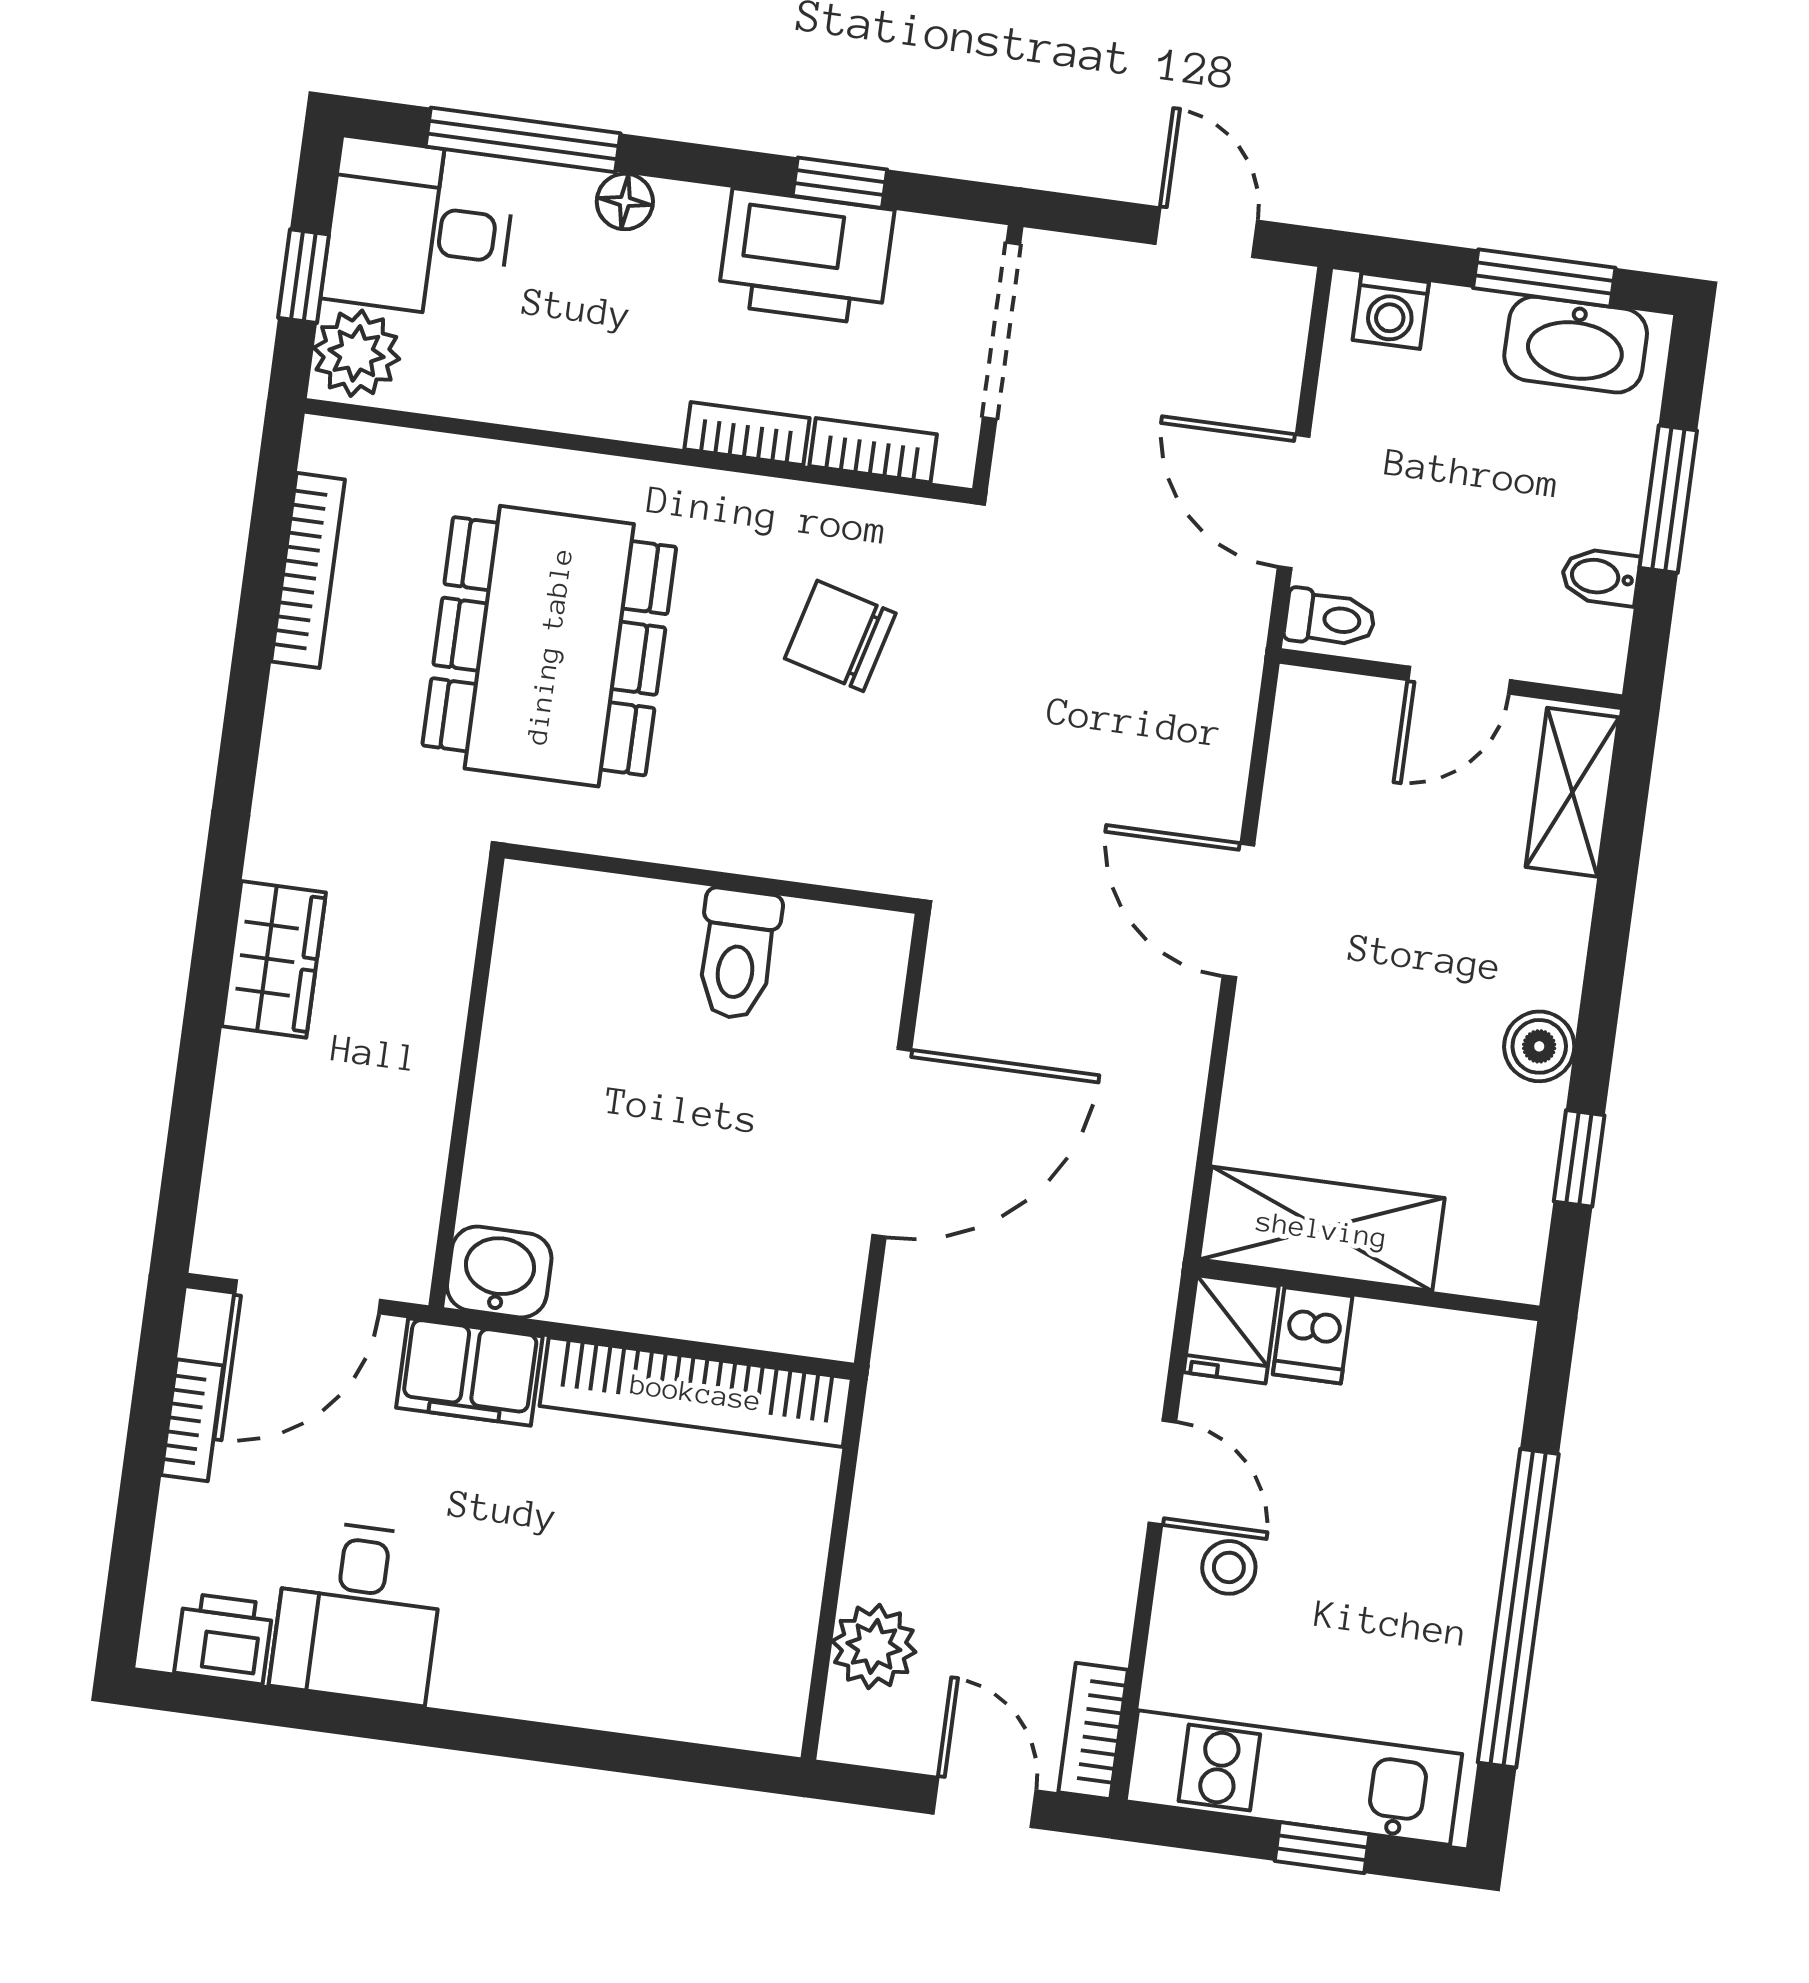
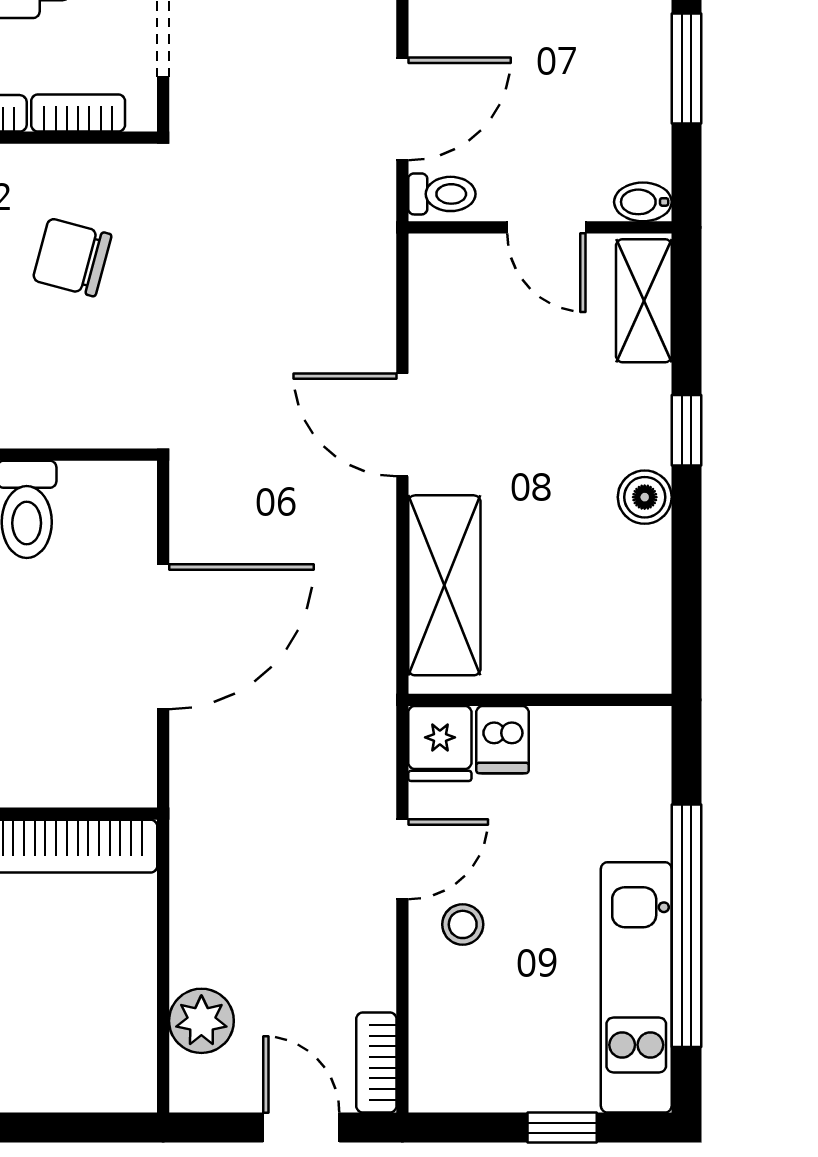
door: (1294, 502) -> (402, 109), swing flipped
bidet: (1600, 577) -> (643, 202), moved
door: (1459, 680) -> (546, 227), hinge flipped
window: (1579, 1158) -> (686, 430), moved
shelving: (1322, 1229) -> (444, 585), moved, turned 90
door: (1162, 1472) -> (402, 859), hinge flipped
kitchen unit: (1294, 1778) -> (636, 987), moved, turned -90

